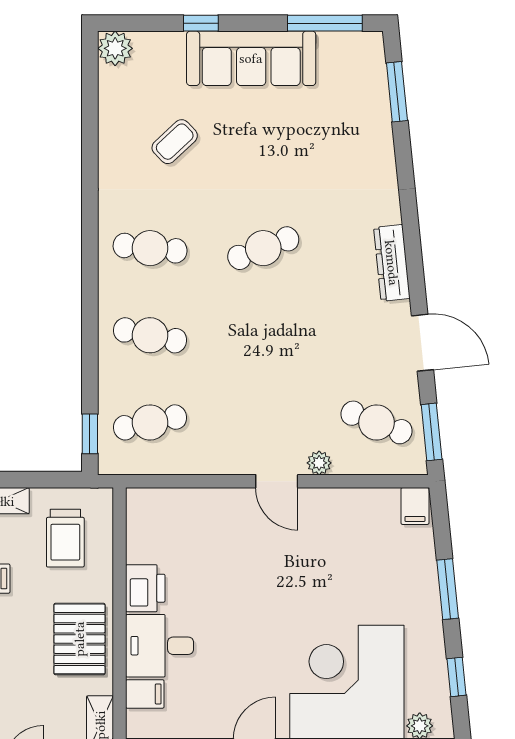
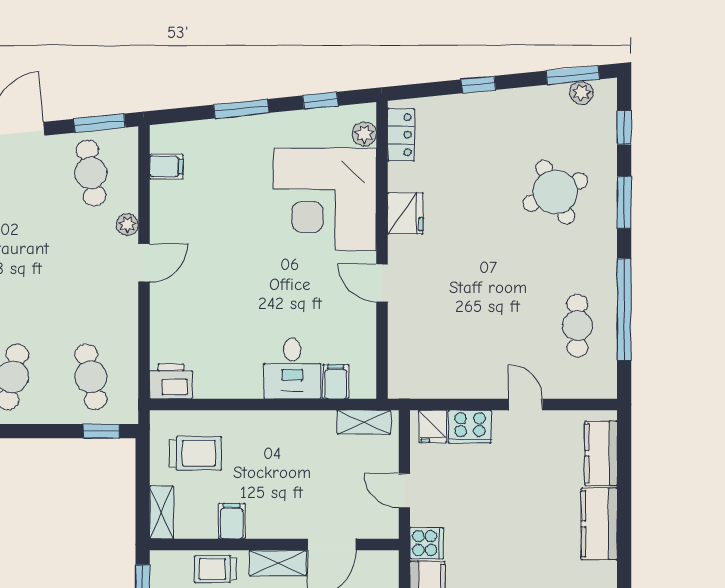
cafe table: (377, 422) -> (91, 173), turned -30
filing cabinet: (415, 506) -> (166, 167), moved
printer: (145, 588) -> (171, 381), moved
pallet: (79, 639) -> (286, 441), removed

